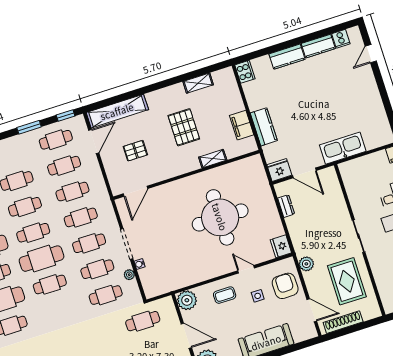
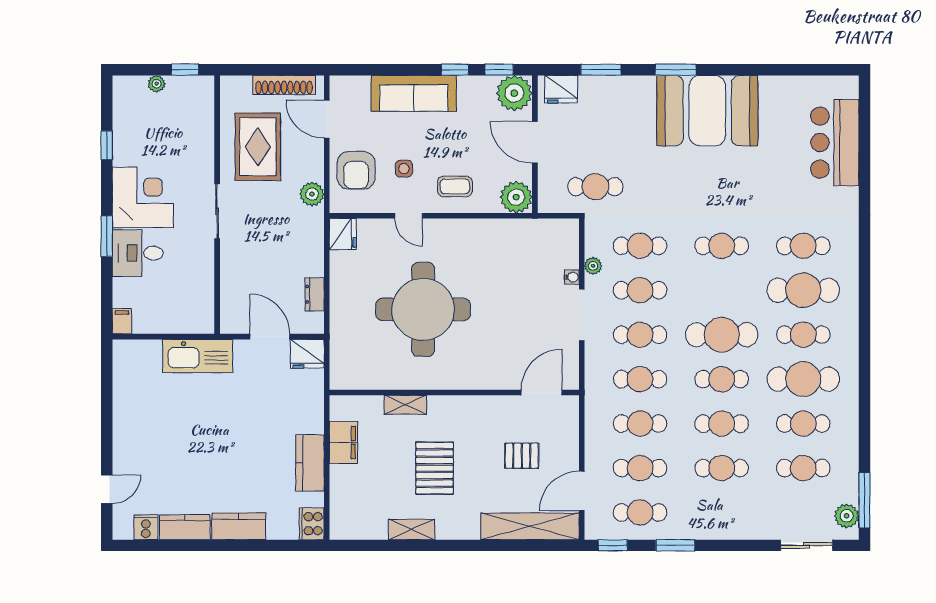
shelving: (198, 83) -> (412, 529), moved
kitchen counter: (264, 127) -> (310, 463), moved
cafe table: (50, 284) -> (722, 246), moved

